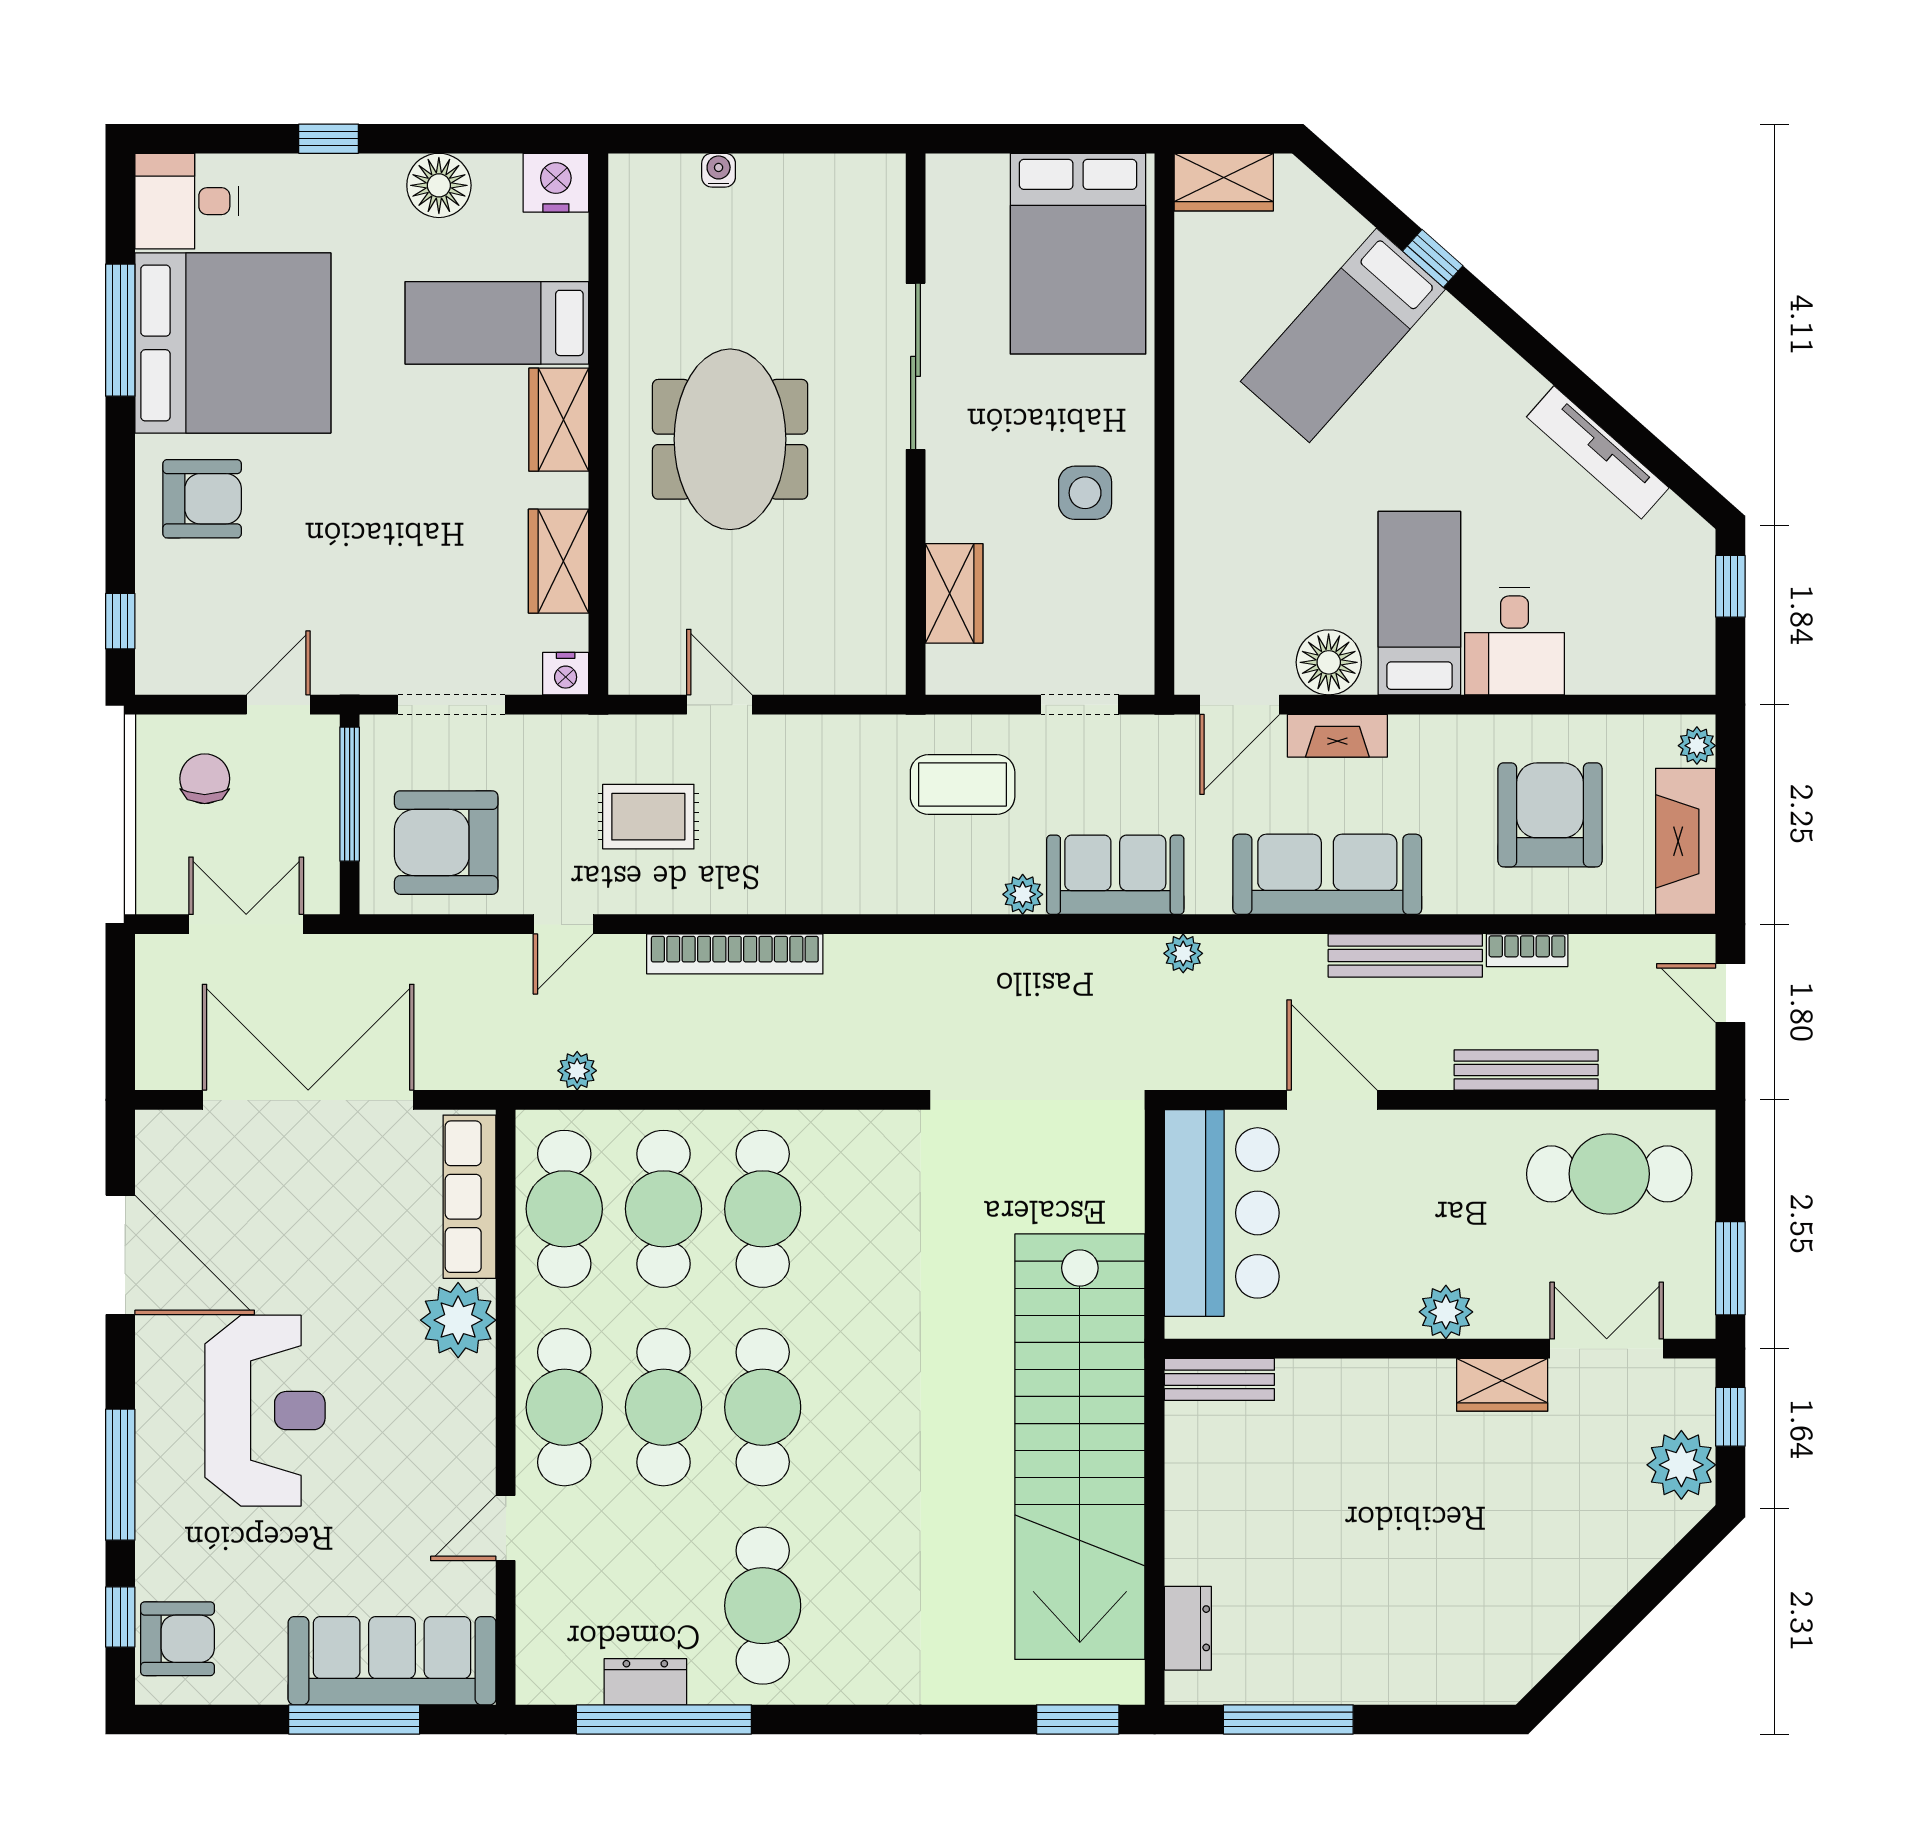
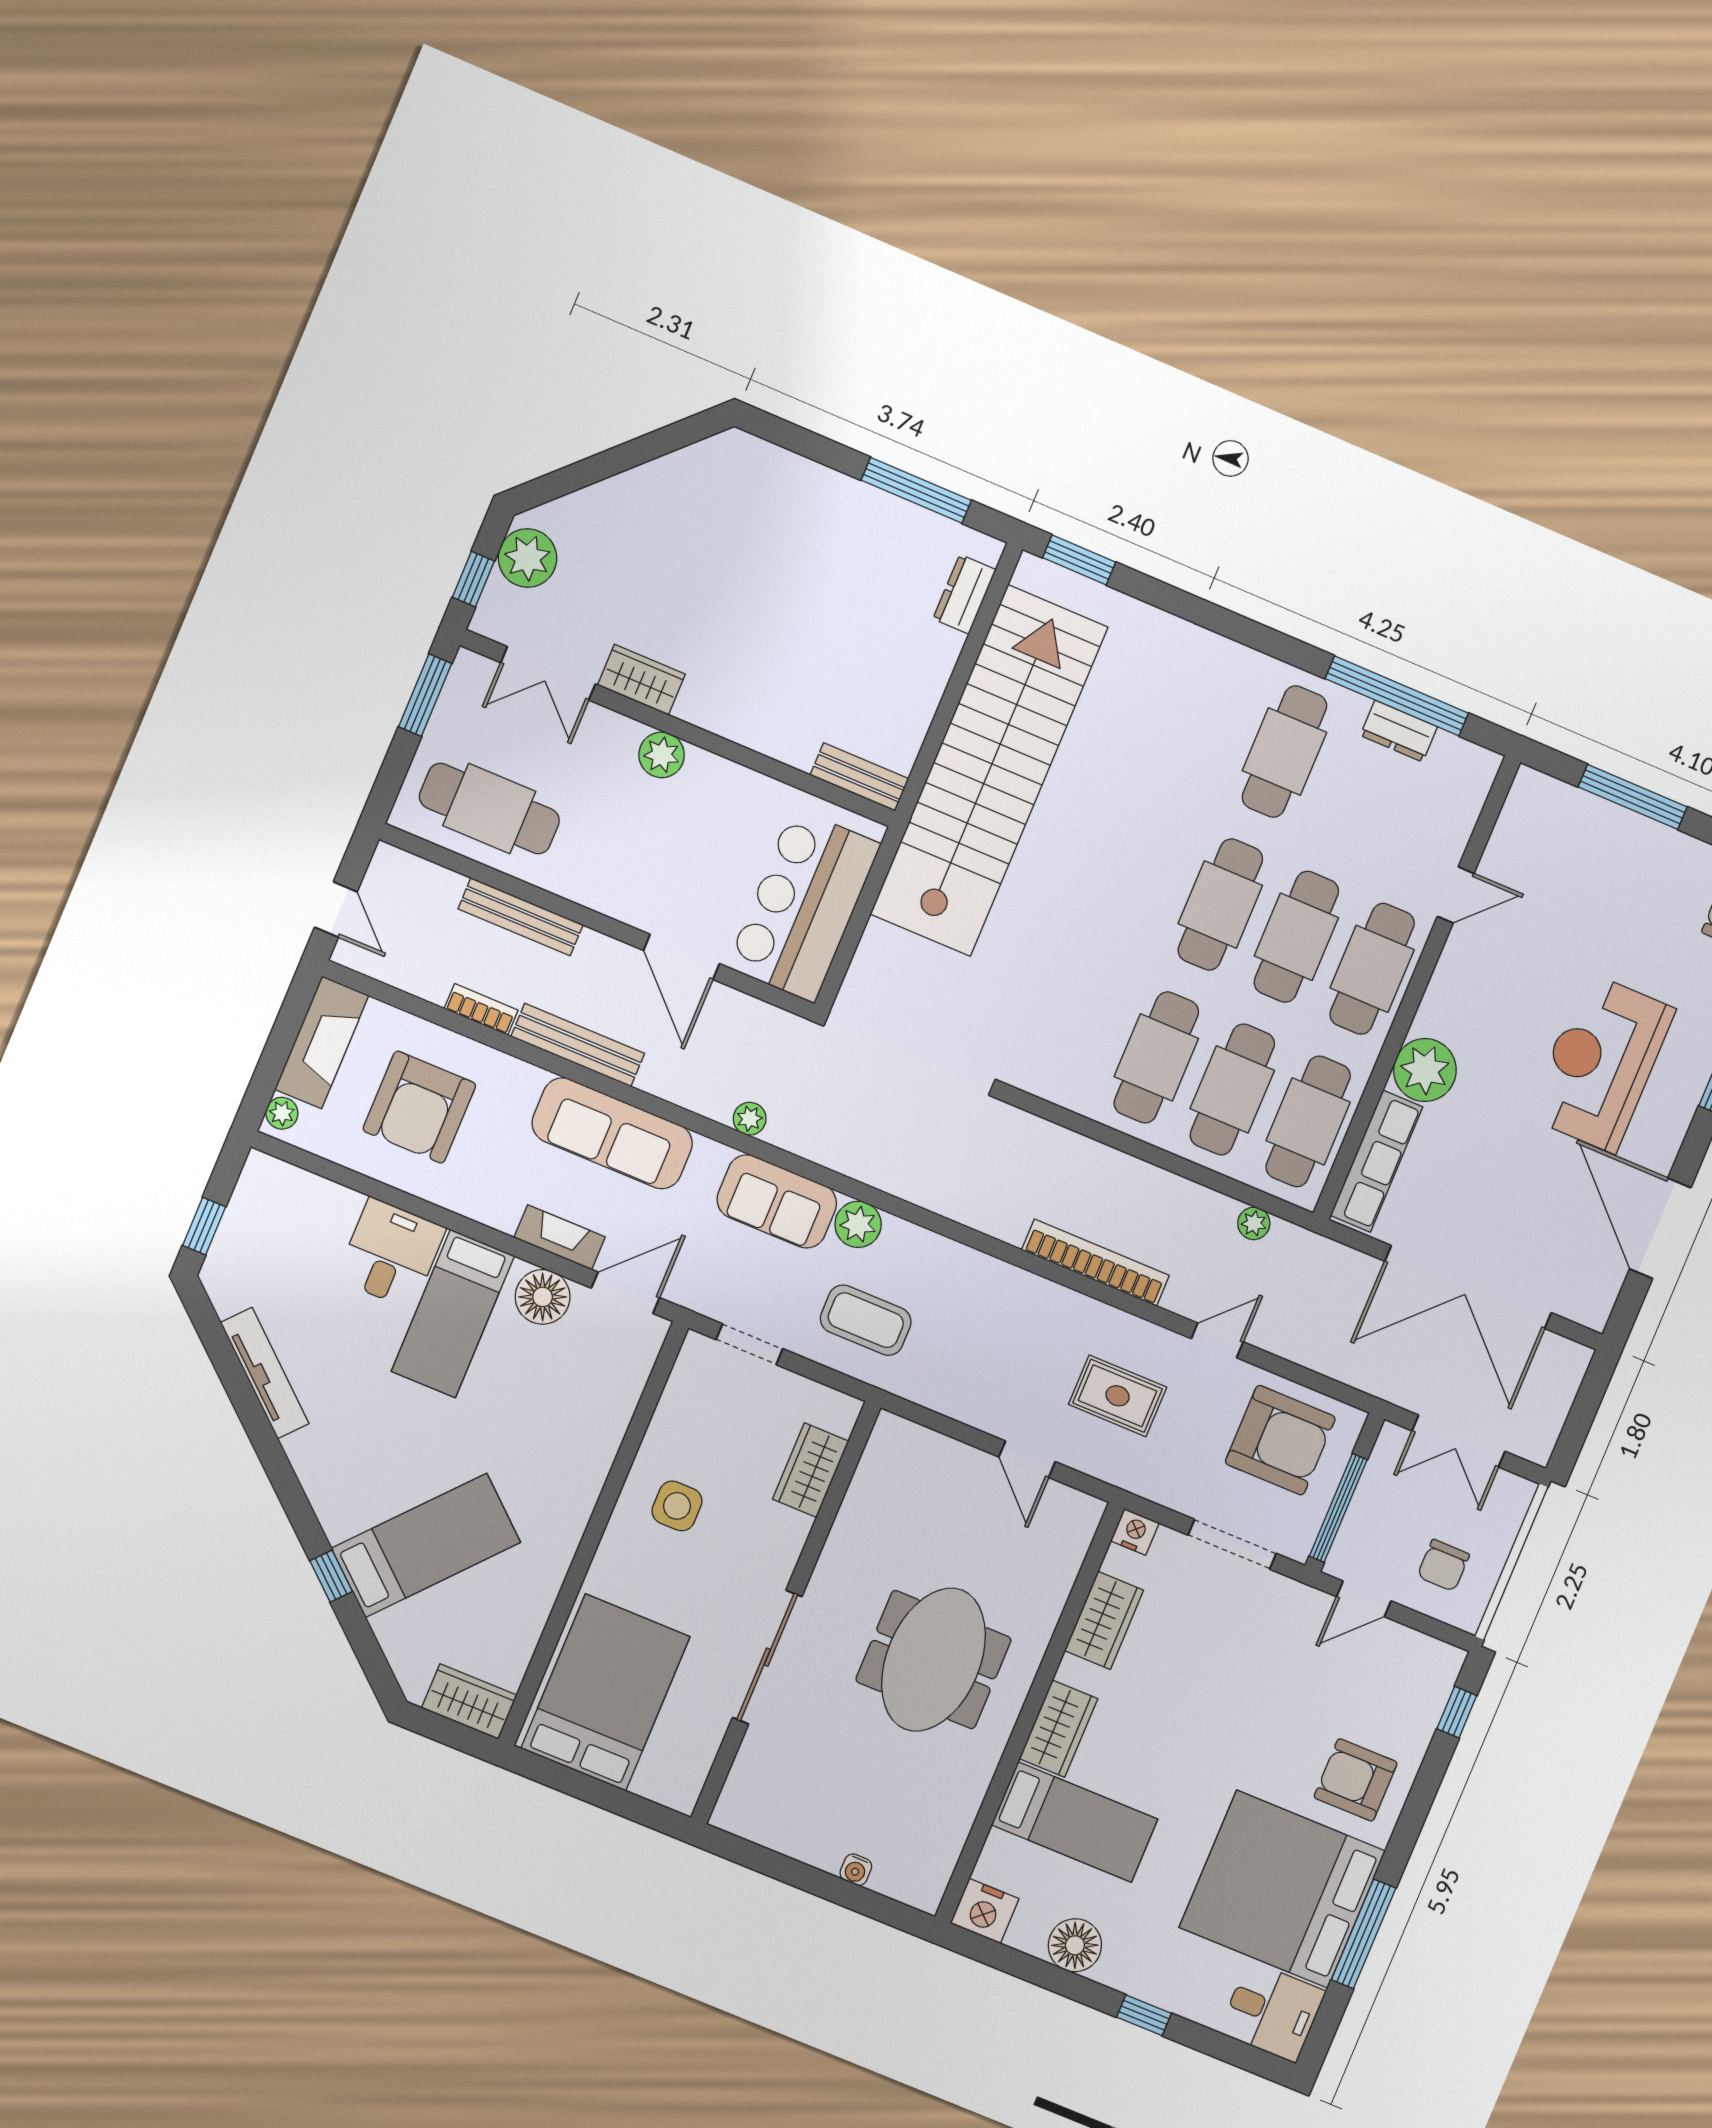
plant: (1023, 894) -> (858, 1224), width x1.38, depth x1.38
sofa: (392, 1661) -> (1585, 830), removed

